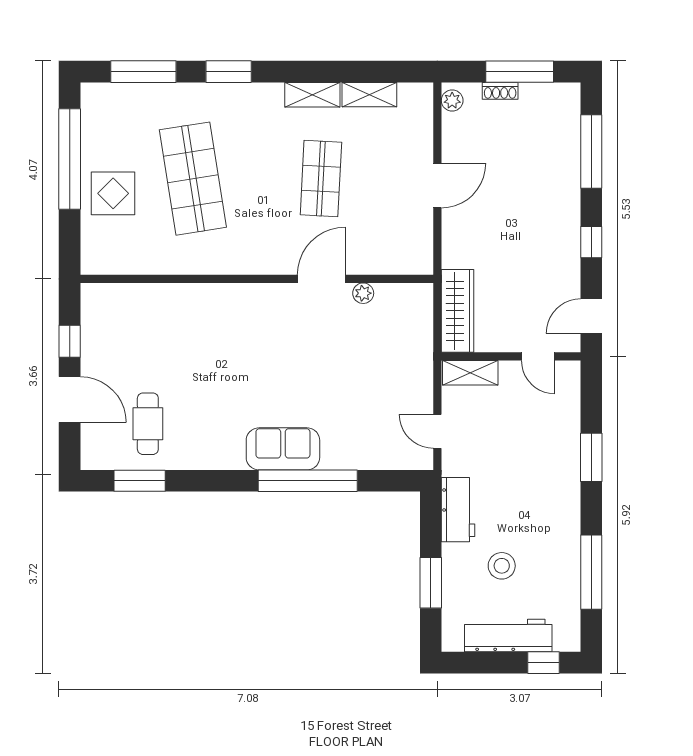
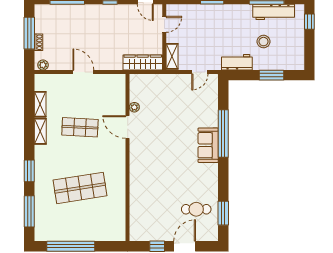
display table: (113, 193) -> (87, 226), removed
workbench: (508, 636) -> (274, 12), moved, turned -90

